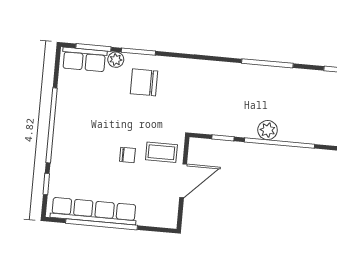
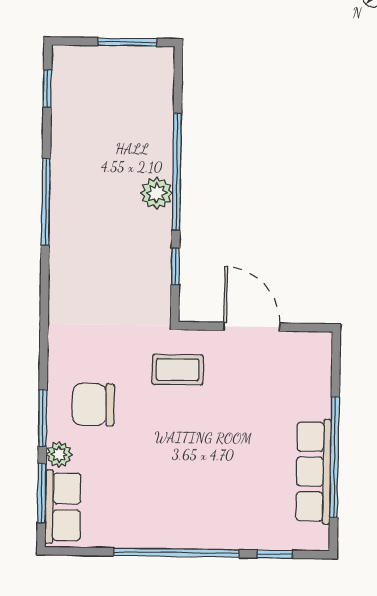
chair: (144, 82) -> (93, 405), turned 90
coffee table: (161, 152) -> (178, 370), moved, turned 90
chair: (127, 155) -> (216, 423), removed
row of seats: (94, 211) -> (314, 472), width x0.73

